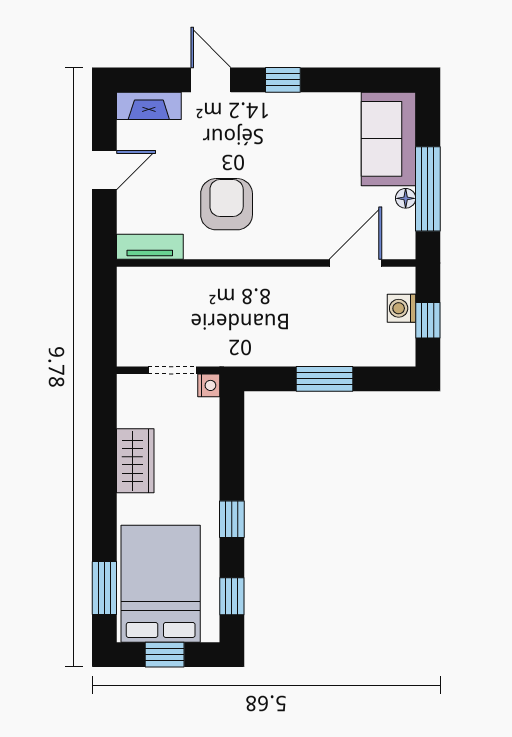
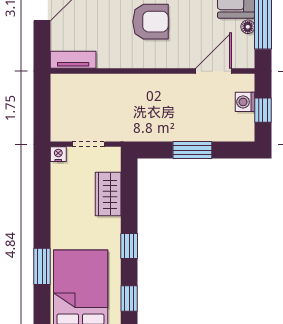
armchair: (227, 204) -> (150, 22), moved, turned 90
nightstand: (209, 385) -> (58, 154), moved, turned -90
wardrobe: (135, 461) -> (108, 194), moved, turned 180
window: (104, 588) -> (42, 266), moved

